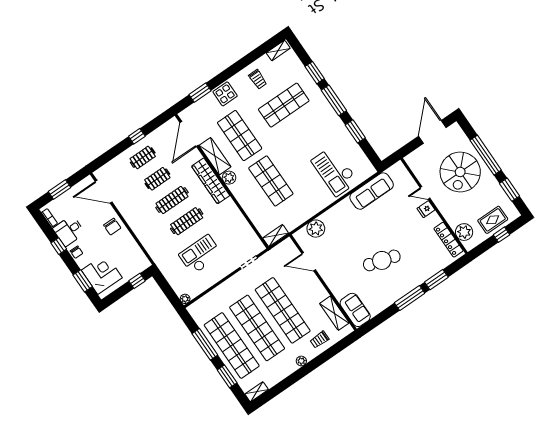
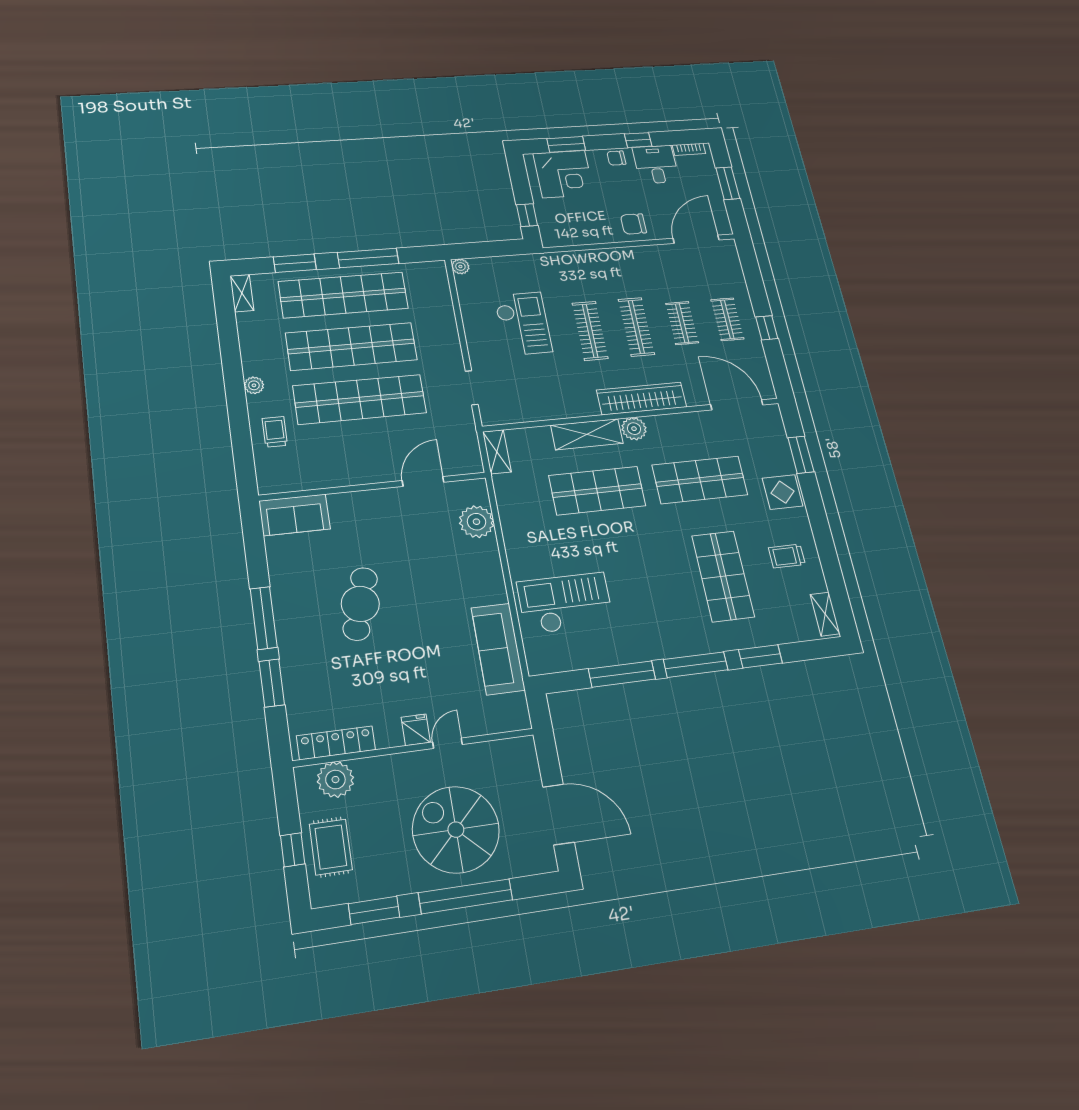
window: (355, 131) -> (622, 674), width x1.44
shelving: (215, 156) -> (587, 434), moved
shelving: (334, 313) -> (308, 478), removed

